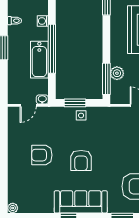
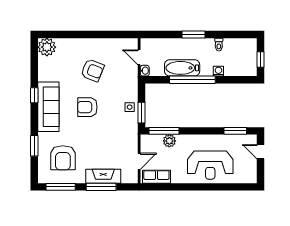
window: (75, 103) -> (141, 113), moved
armchair: (42, 155) -> (92, 70), turned 112
plant: (13, 208) -> (47, 47), width x1.88, depth x1.88

